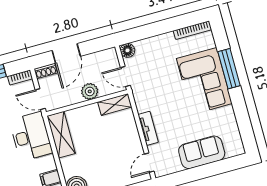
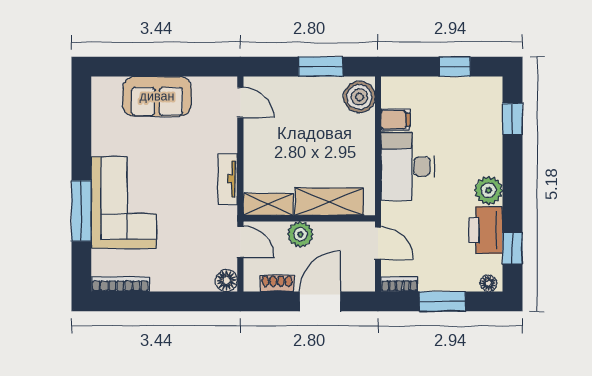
shoe rack: (46, 71) -> (277, 283), moved
tv unit: (148, 128) -> (228, 179), moved
shelving: (61, 135) -> (329, 202), moved, turned 90
desk: (31, 136) -> (408, 167), moved
door: (149, 163) -> (240, 103), hinge flipped

